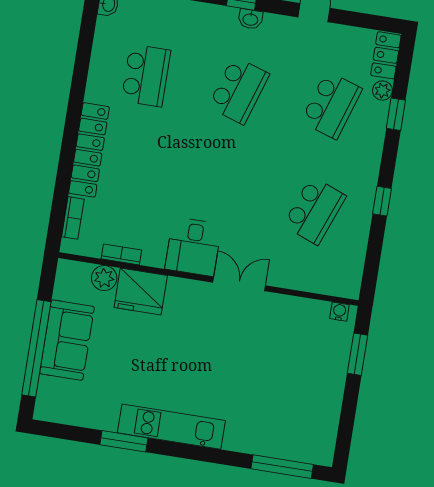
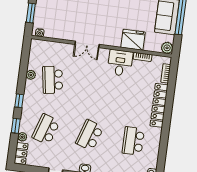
window: (382, 201) -> (19, 101), moved
school desk: (315, 211) -> (53, 80), turned -30
plant: (361, 222) -> (31, 75), added
desk: (193, 247) -> (120, 63), moved
plant: (104, 278) -> (167, 48), moved

